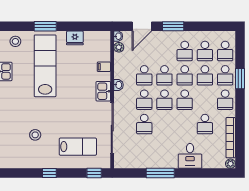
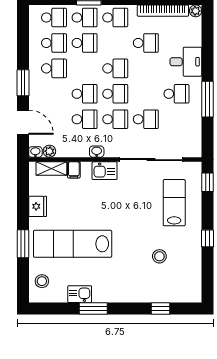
shelving: (105, 49) -> (51, 169), added
school desk: (185, 75) -> (176, 94), moved

